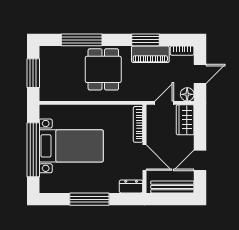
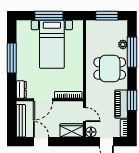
plant: (71, 52) -> (123, 44), added
window: (33, 150) -> (49, 16), width x0.68

